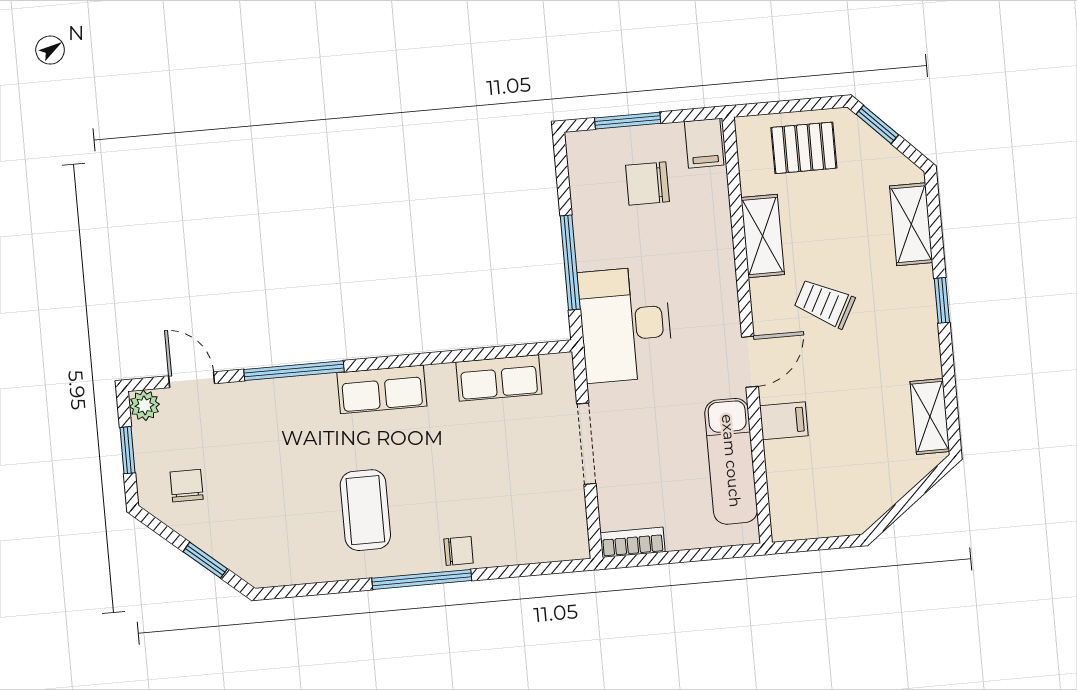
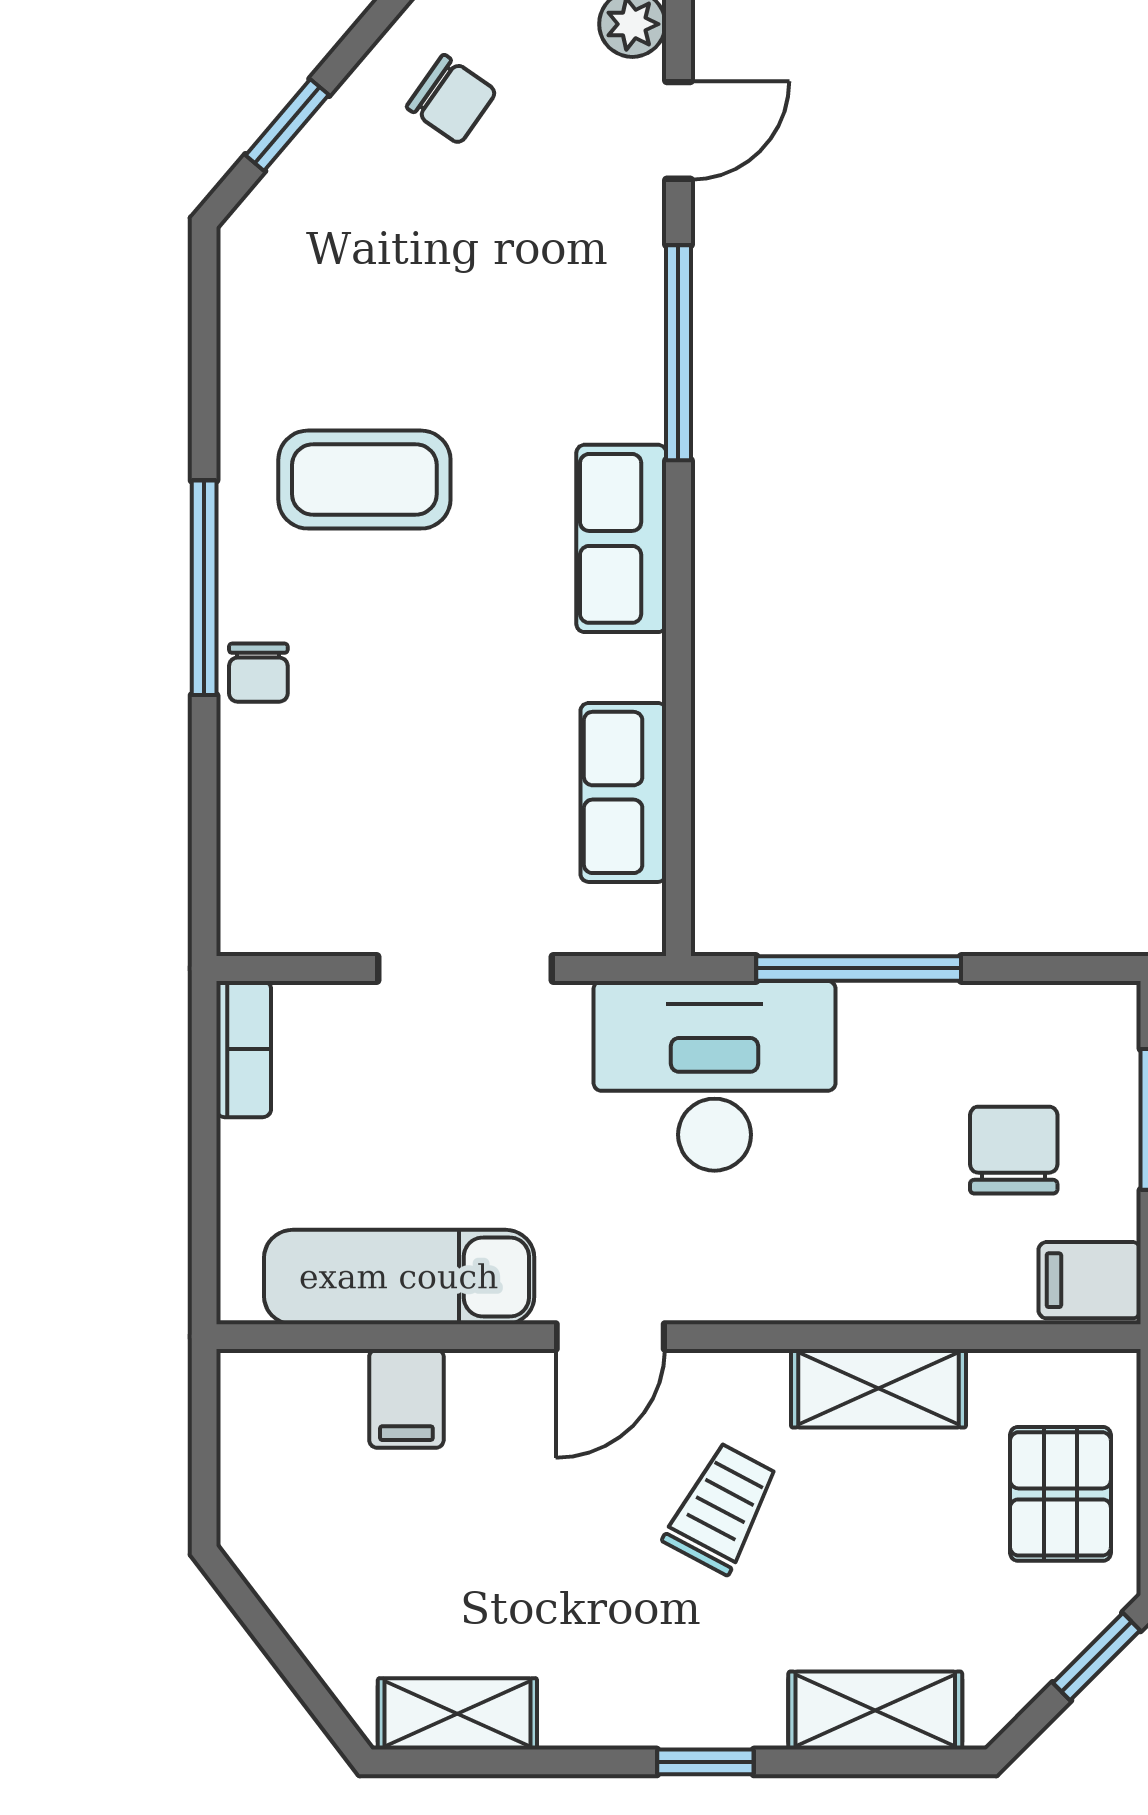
door: (750, 362) -> (610, 1337), hinge flipped
filing cabinet: (784, 421) -> (406, 1398), moved
chair: (187, 486) -> (452, 99), turned 35

